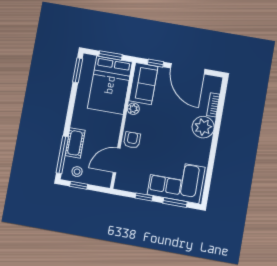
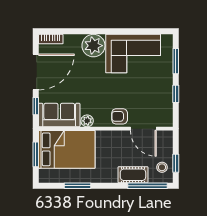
window: (78, 70) -> (77, 186), moved
bookcase: (213, 105) -> (51, 39), moved
corner sofa: (176, 181) -> (133, 54), moved, turned -90

